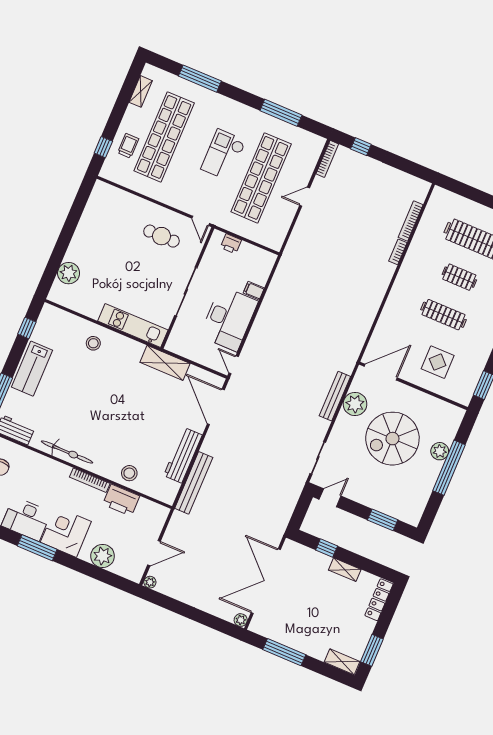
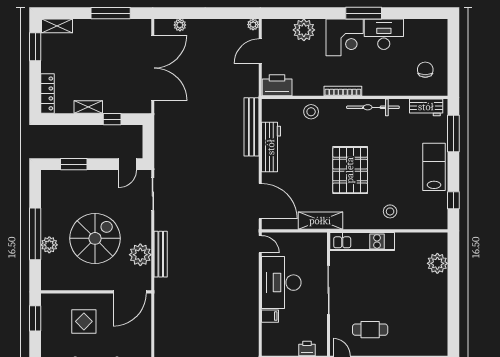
pallet: (115, 400) -> (350, 170), added
printer: (121, 500) -> (277, 85), moved
plant: (241, 620) -> (180, 25), moved

